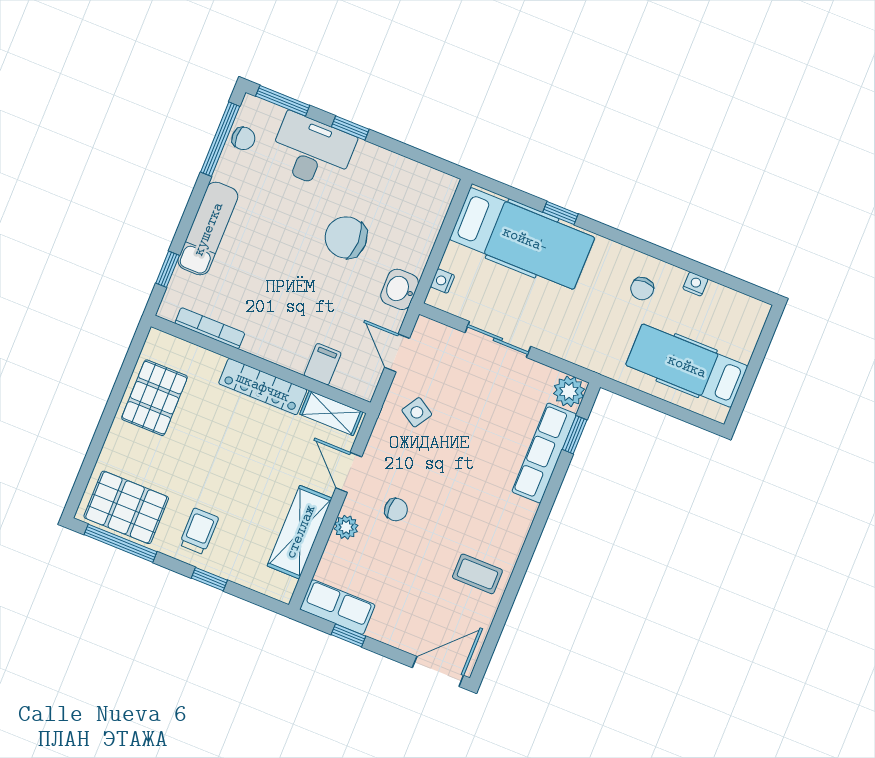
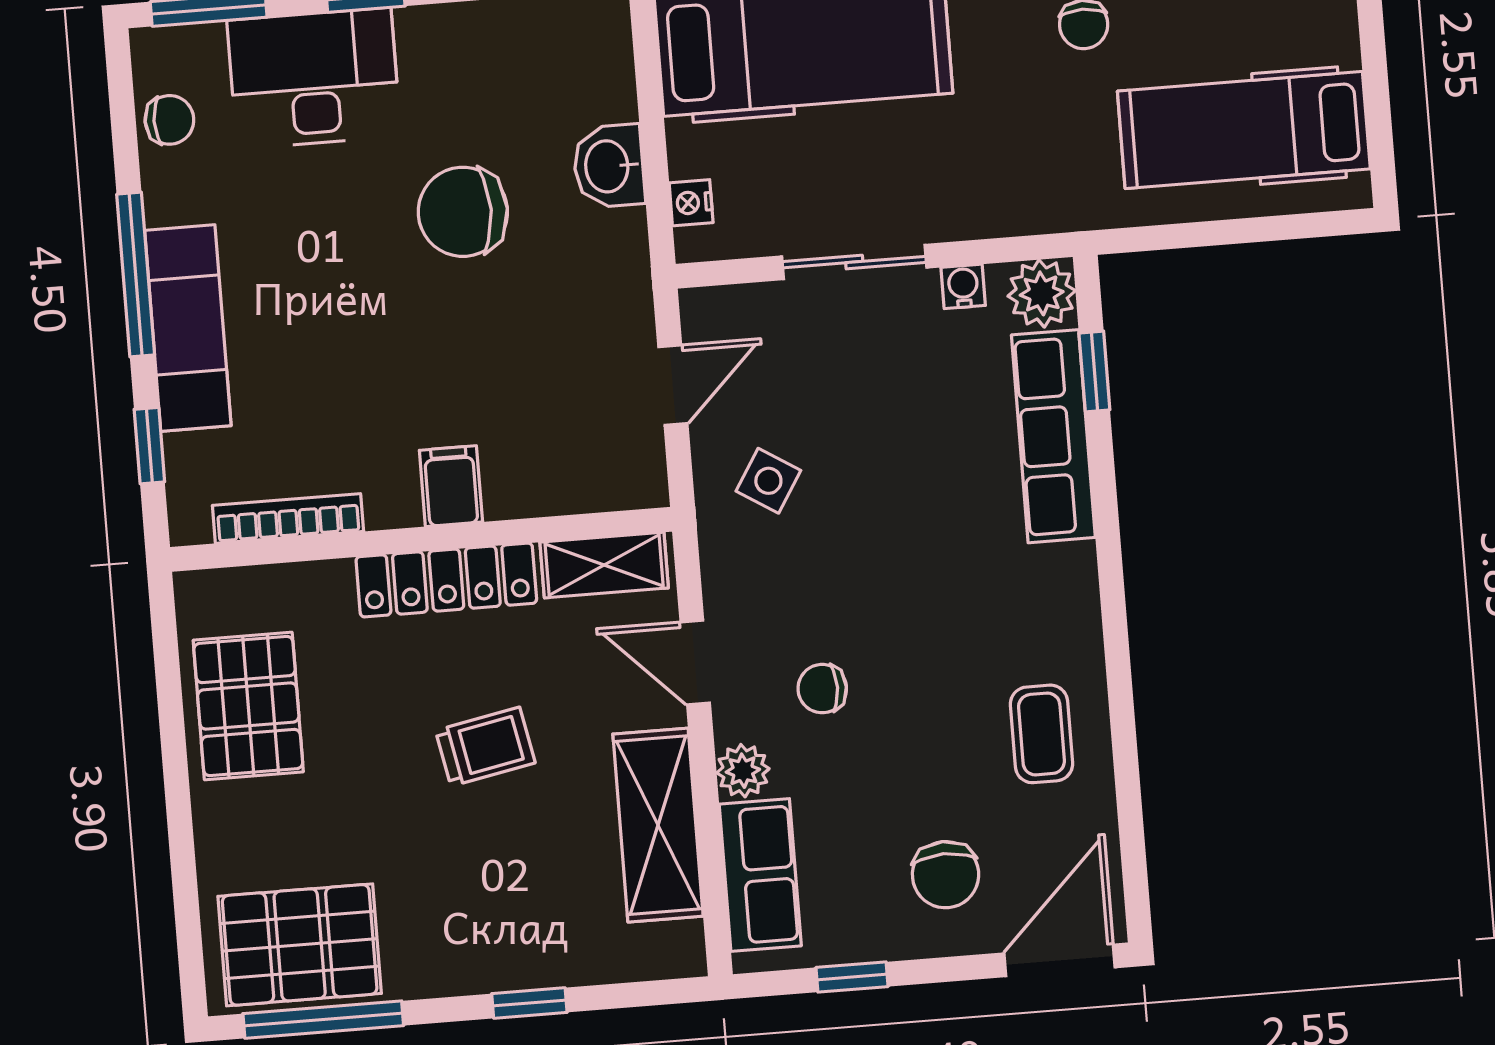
window: (220, 139) -> (136, 275), moved
washbasin: (400, 289) -> (609, 166), moved
door: (397, 353) -> (673, 385), swing flipped
filing cabinet: (323, 364) -> (451, 486), moved
water cooler: (538, 372) -> (963, 286), added
chair: (396, 510) -> (822, 689), turned 180
trolley: (199, 531) -> (485, 747), moved, turned 79
coffee table: (477, 574) -> (1041, 734), turned 90
row of seats: (338, 607) -> (760, 875), moved, turned 90
chair: (408, 612) -> (946, 875), added

